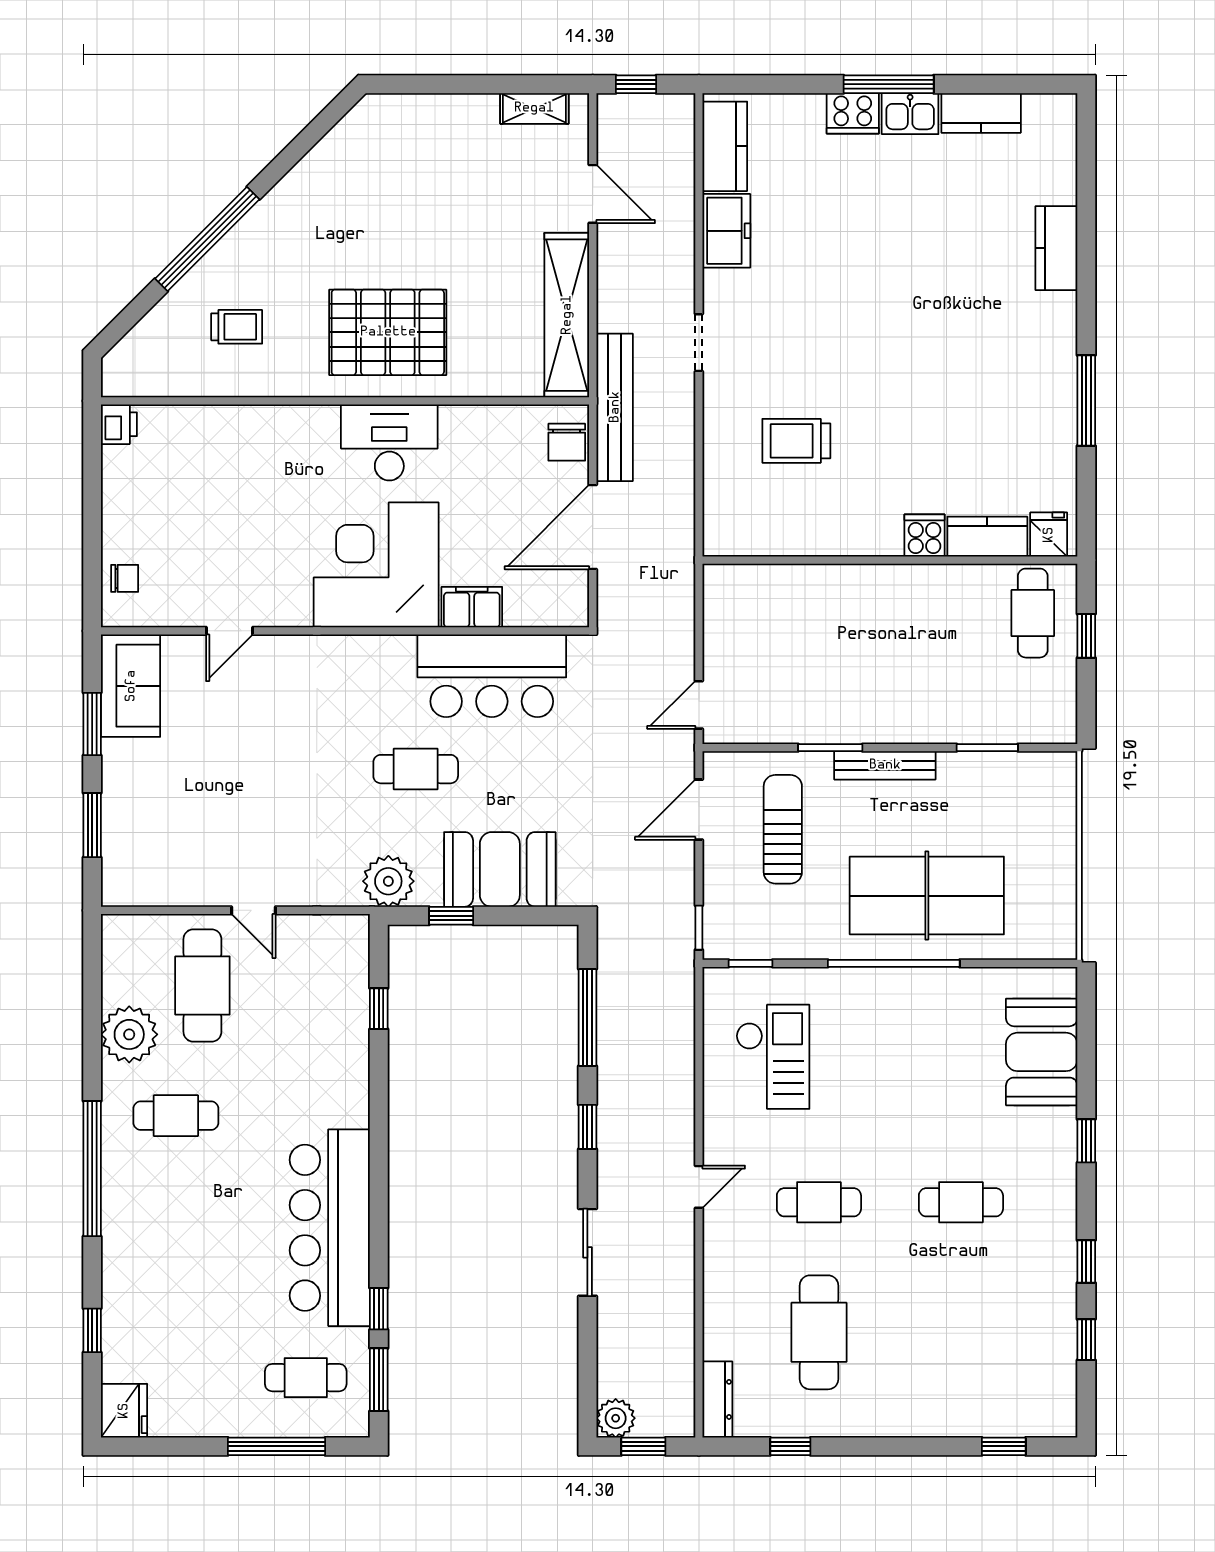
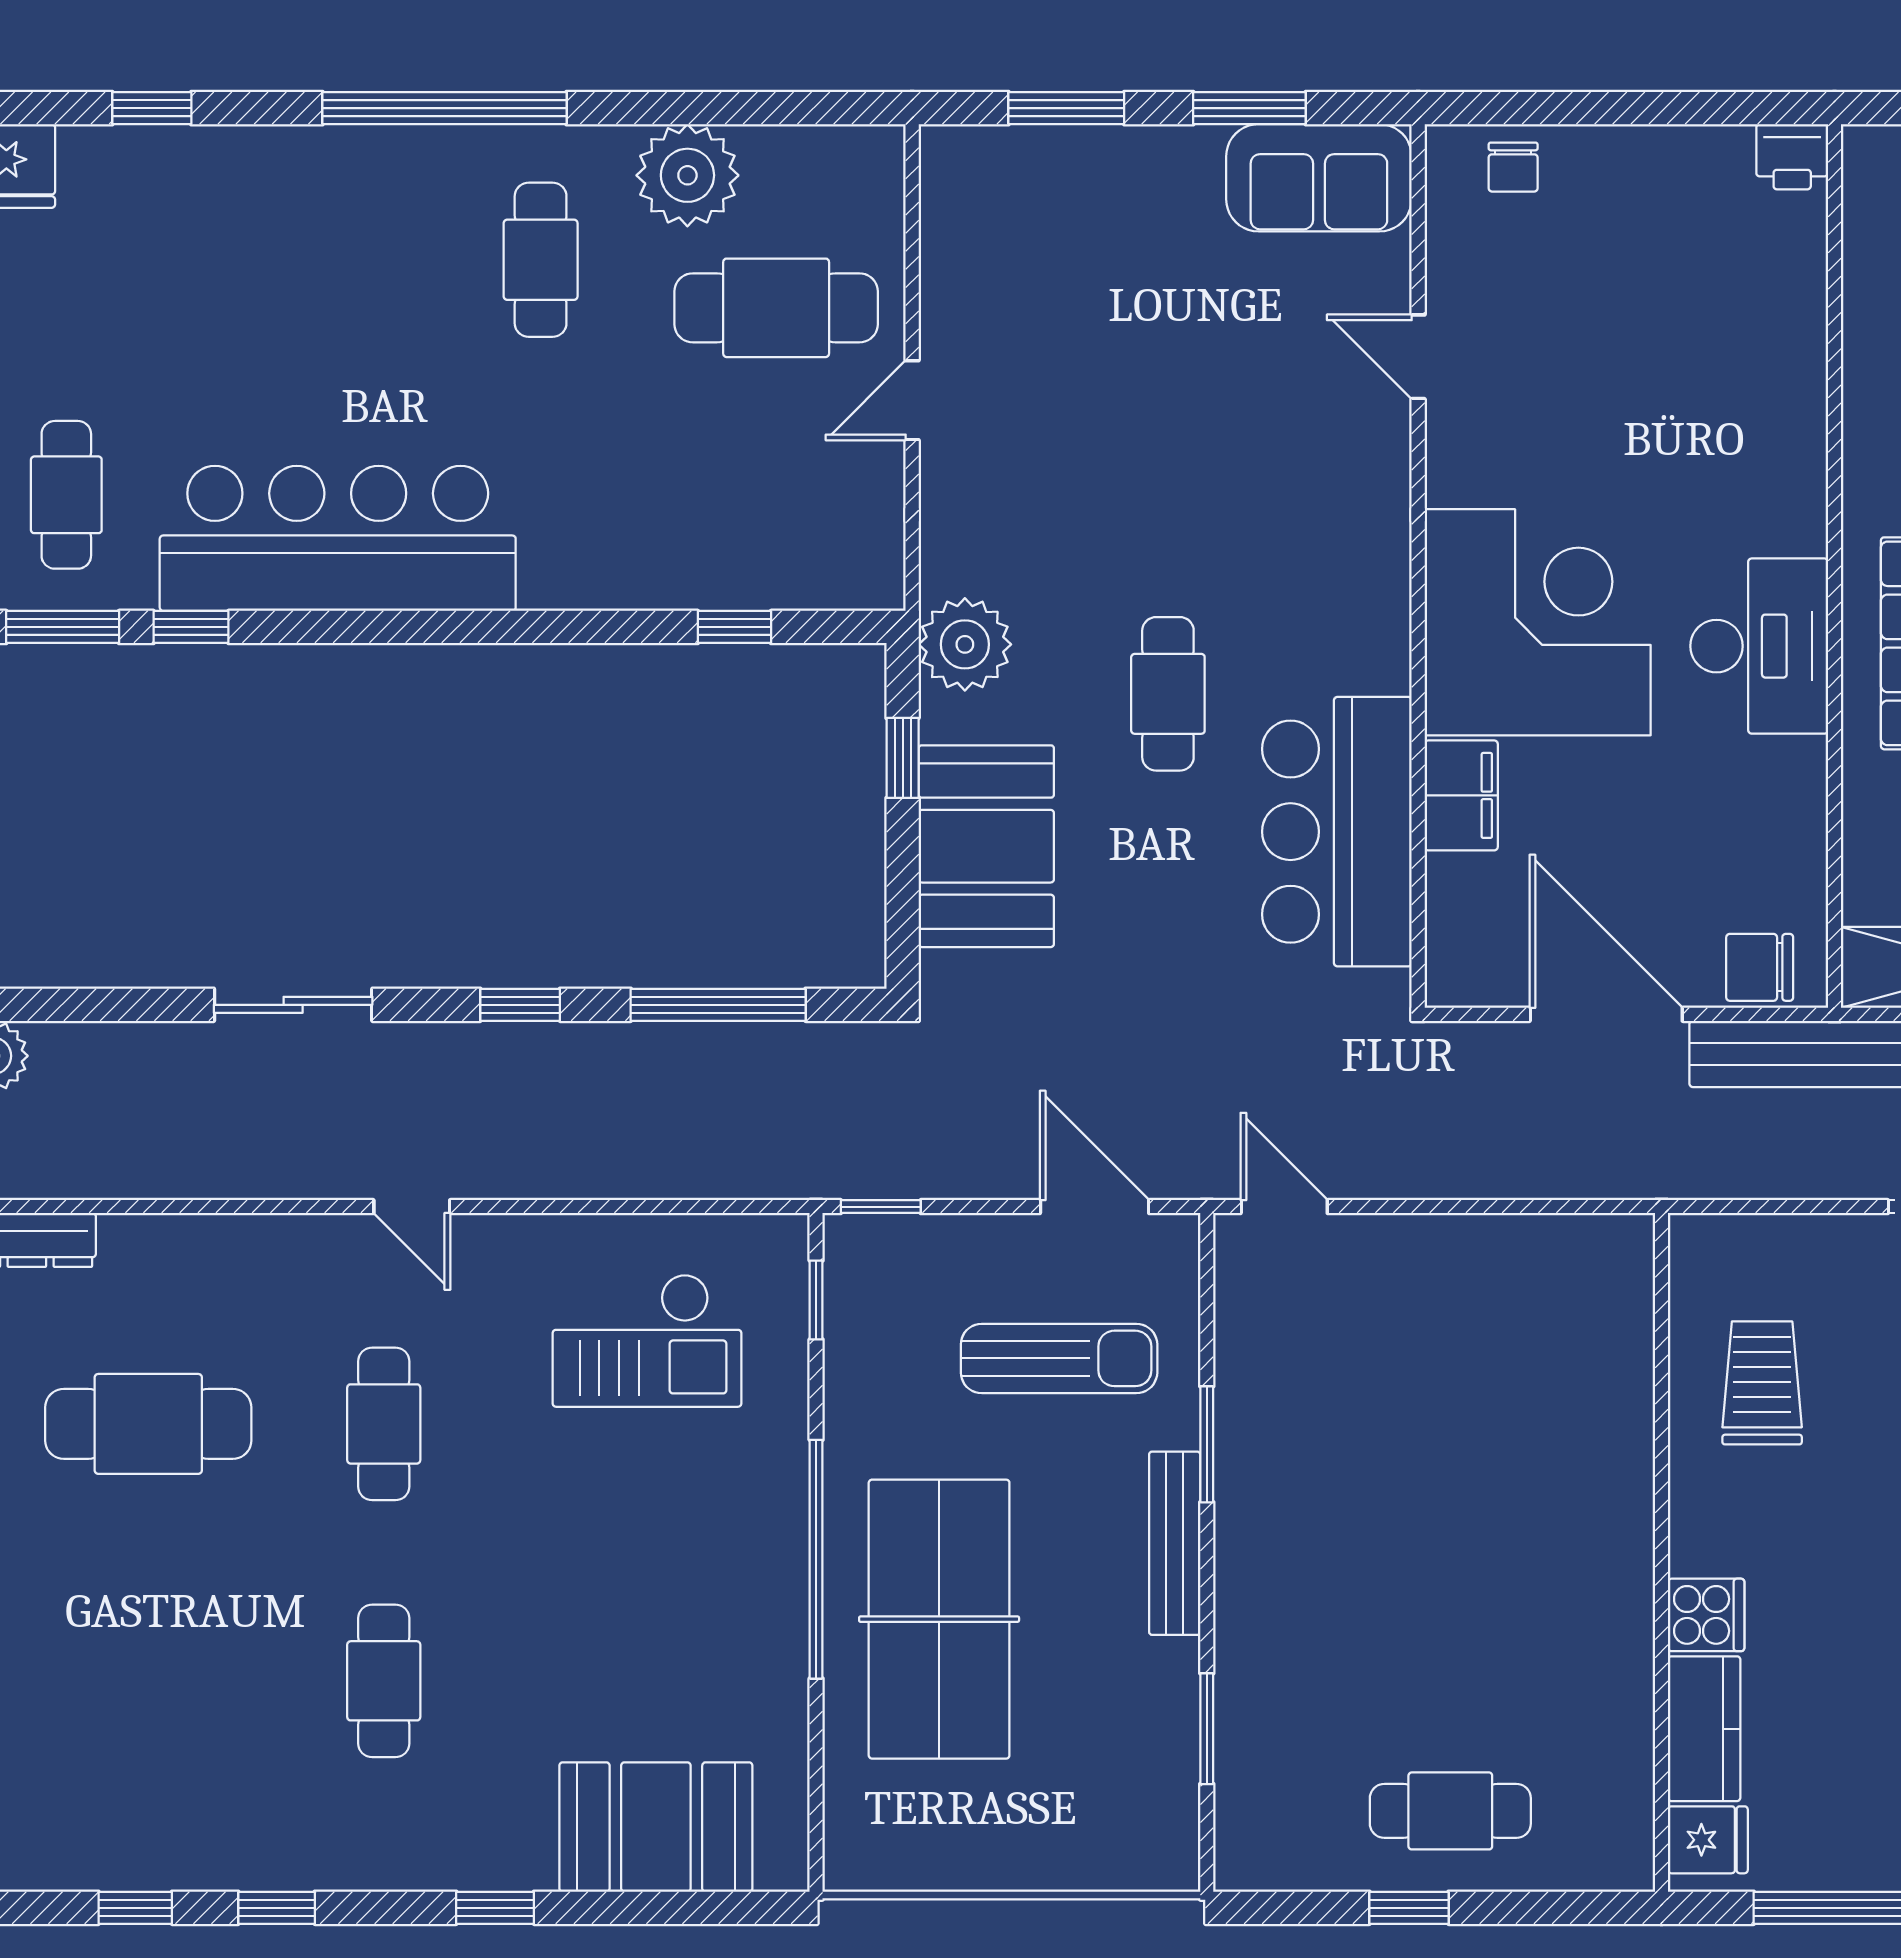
cooker: (924, 535) -> (1706, 1615), moved
fridge: (1049, 535) -> (1708, 1840), moved
kitchen counter: (987, 537) -> (1704, 1729), moved
wall: (890, 560) -> (1662, 1552), moved

